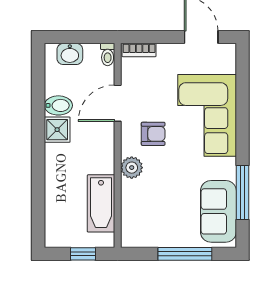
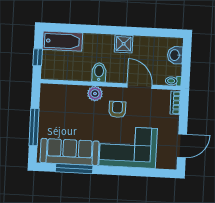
bidet: (58, 105) -> (99, 72), moved, turned 180
armchair: (153, 134) -> (117, 109), turned 180
bathtub: (101, 203) -> (62, 41), moved, turned 180
sofa: (218, 211) -> (70, 152), width x1.36

